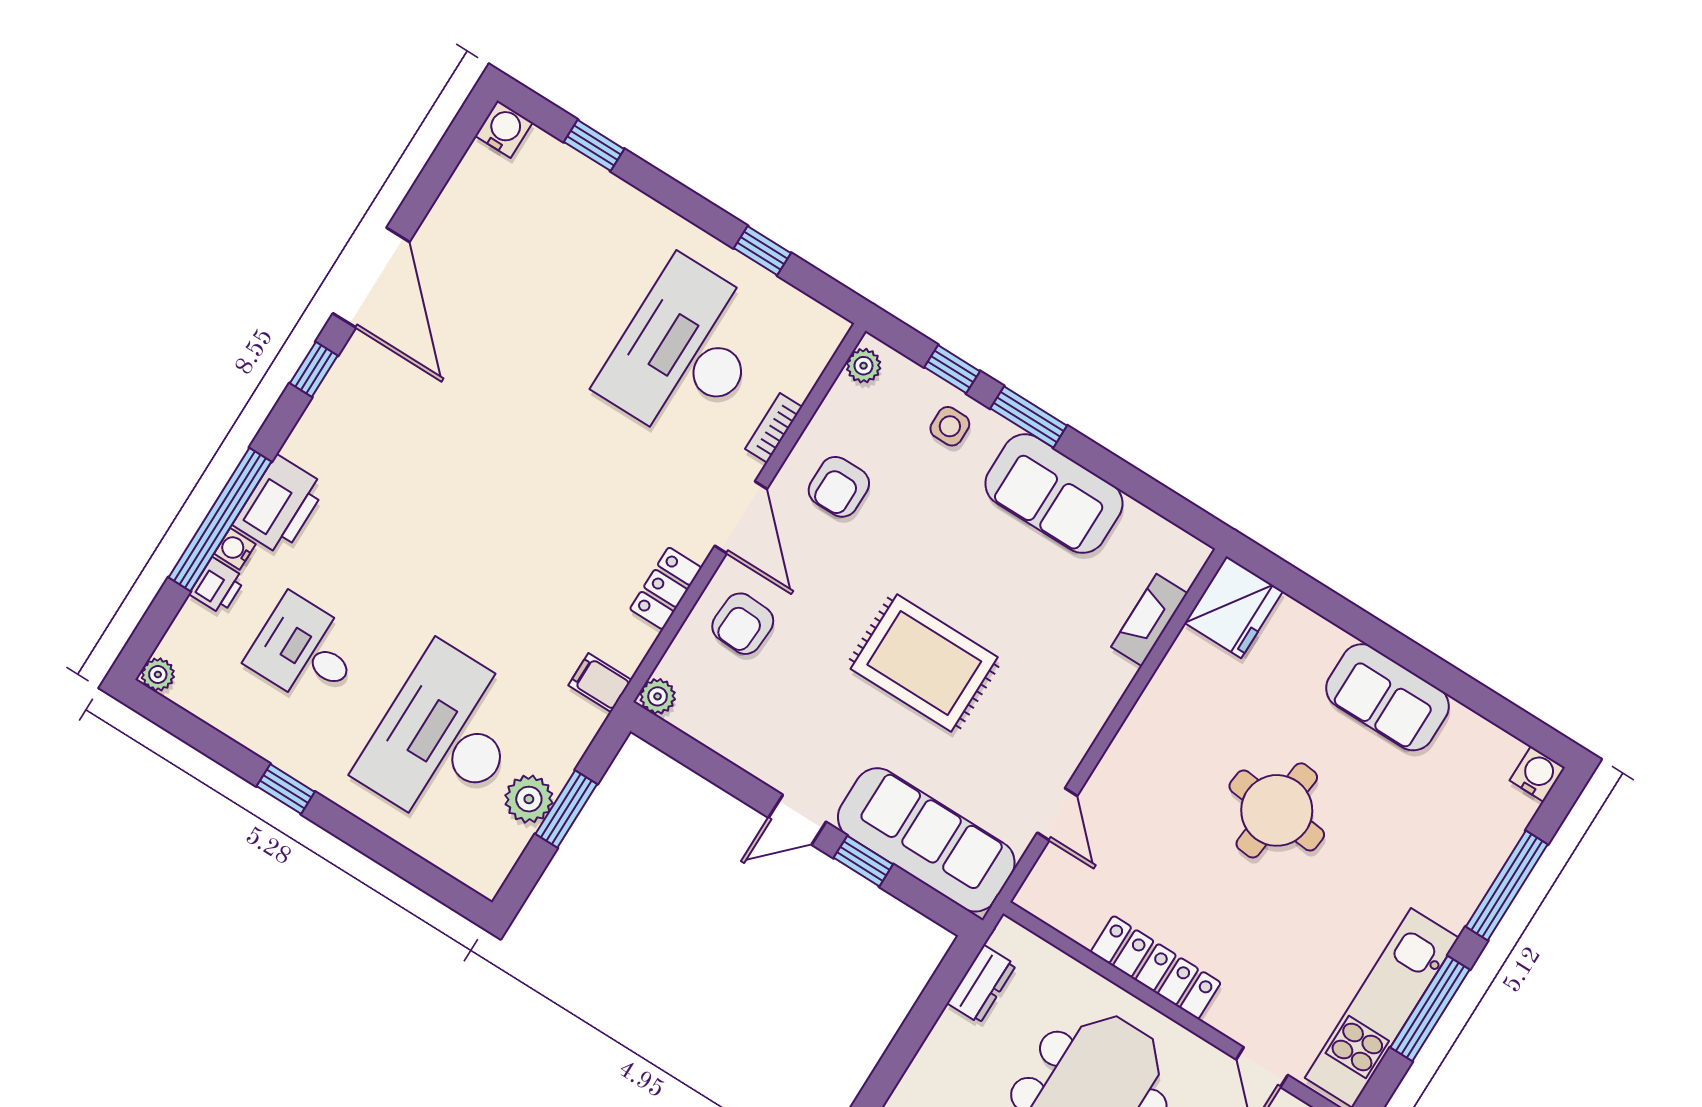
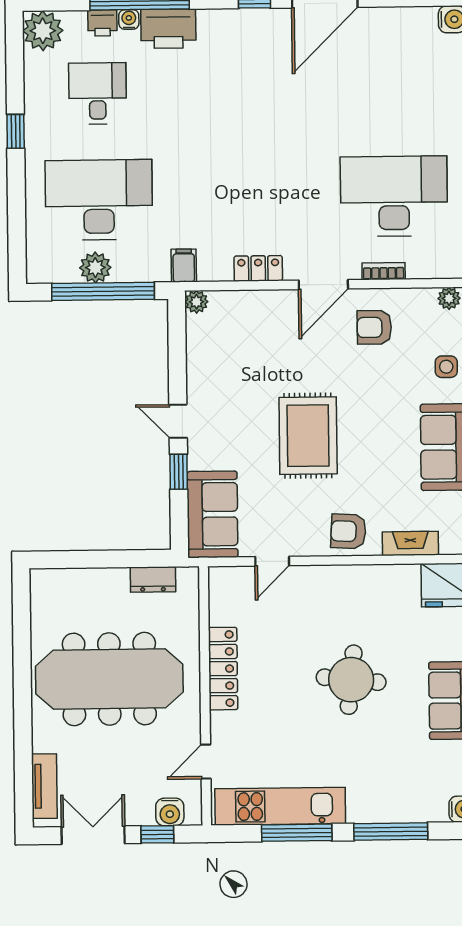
armchair: (743, 624) -> (348, 531), moved
plant: (158, 674) -> (43, 31), width x1.88, depth x1.88
window: (566, 809) -> (103, 291), width x2.11
sofa: (926, 840) -> (212, 514), width x0.73

